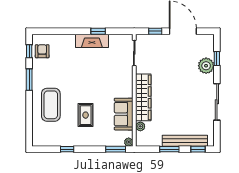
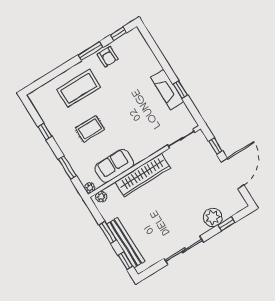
armchair: (42, 51) -> (108, 57), moved, turned 90
plant: (140, 126) -> (101, 197), moved
window: (116, 149) -> (67, 167), moved

